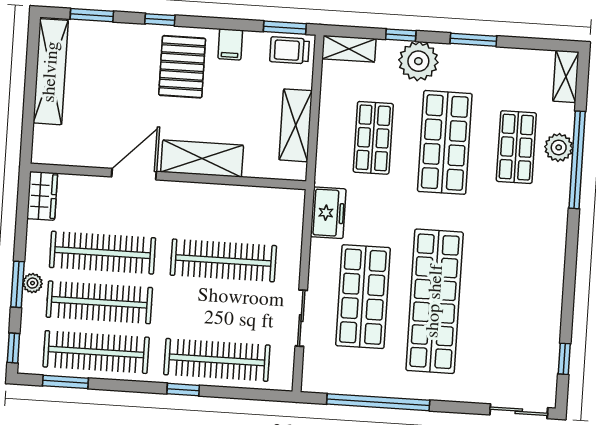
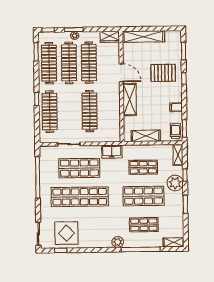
pallet: (182, 67) -> (163, 73), moved
shelving: (51, 72) -> (143, 37), moved
plant: (559, 147) -> (118, 242), moved
display table: (522, 341) -> (66, 233), added

